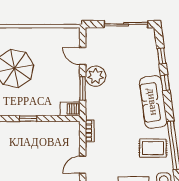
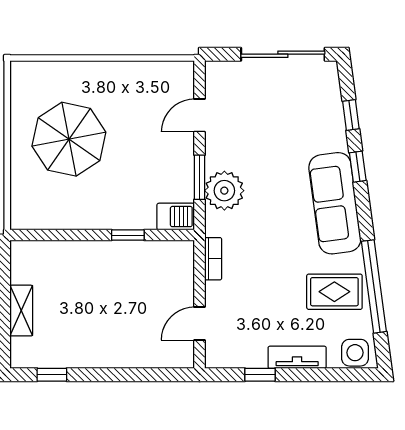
door: (83, 56) -> (200, 115), hinge flipped
plant: (95, 76) -> (224, 191), moved
window: (28, 119) -> (128, 235), moved

